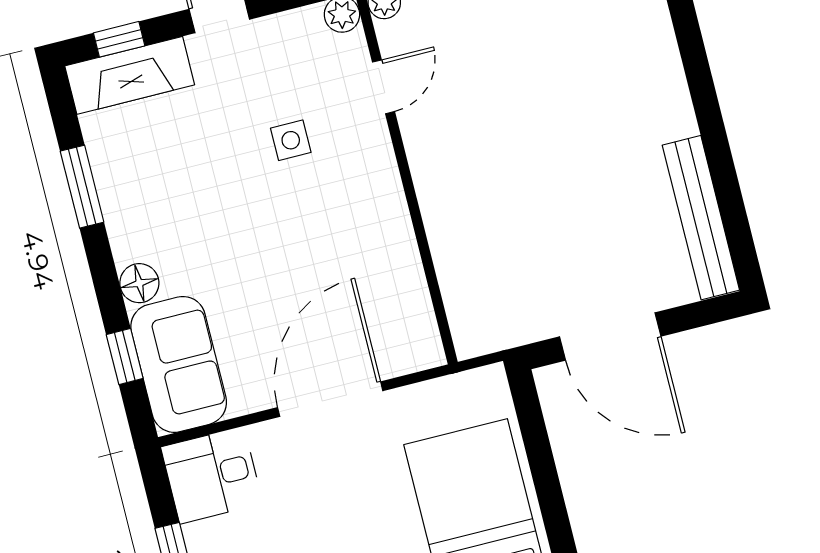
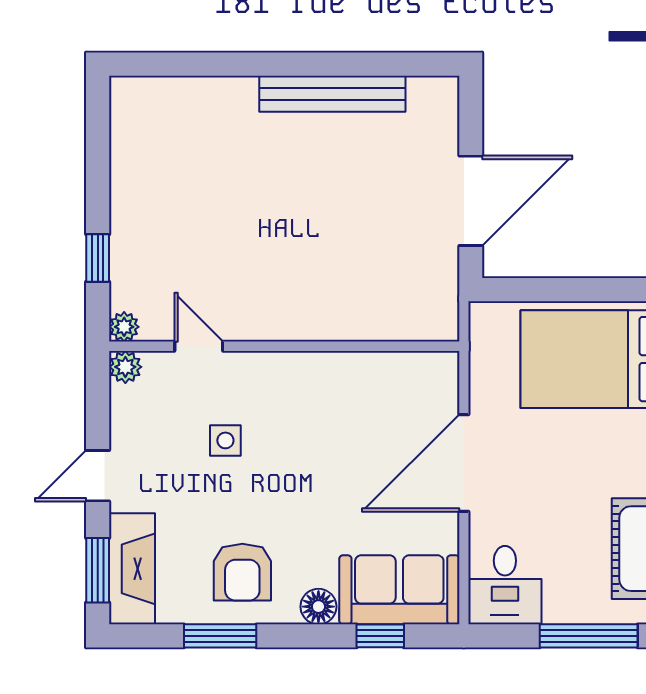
window: (119, 39) -> (98, 570), width x1.50
armchair: (156, 193) -> (242, 572), added
bench: (701, 218) -> (332, 94), moved
door: (330, 399) -> (464, 463), hinge flipped

